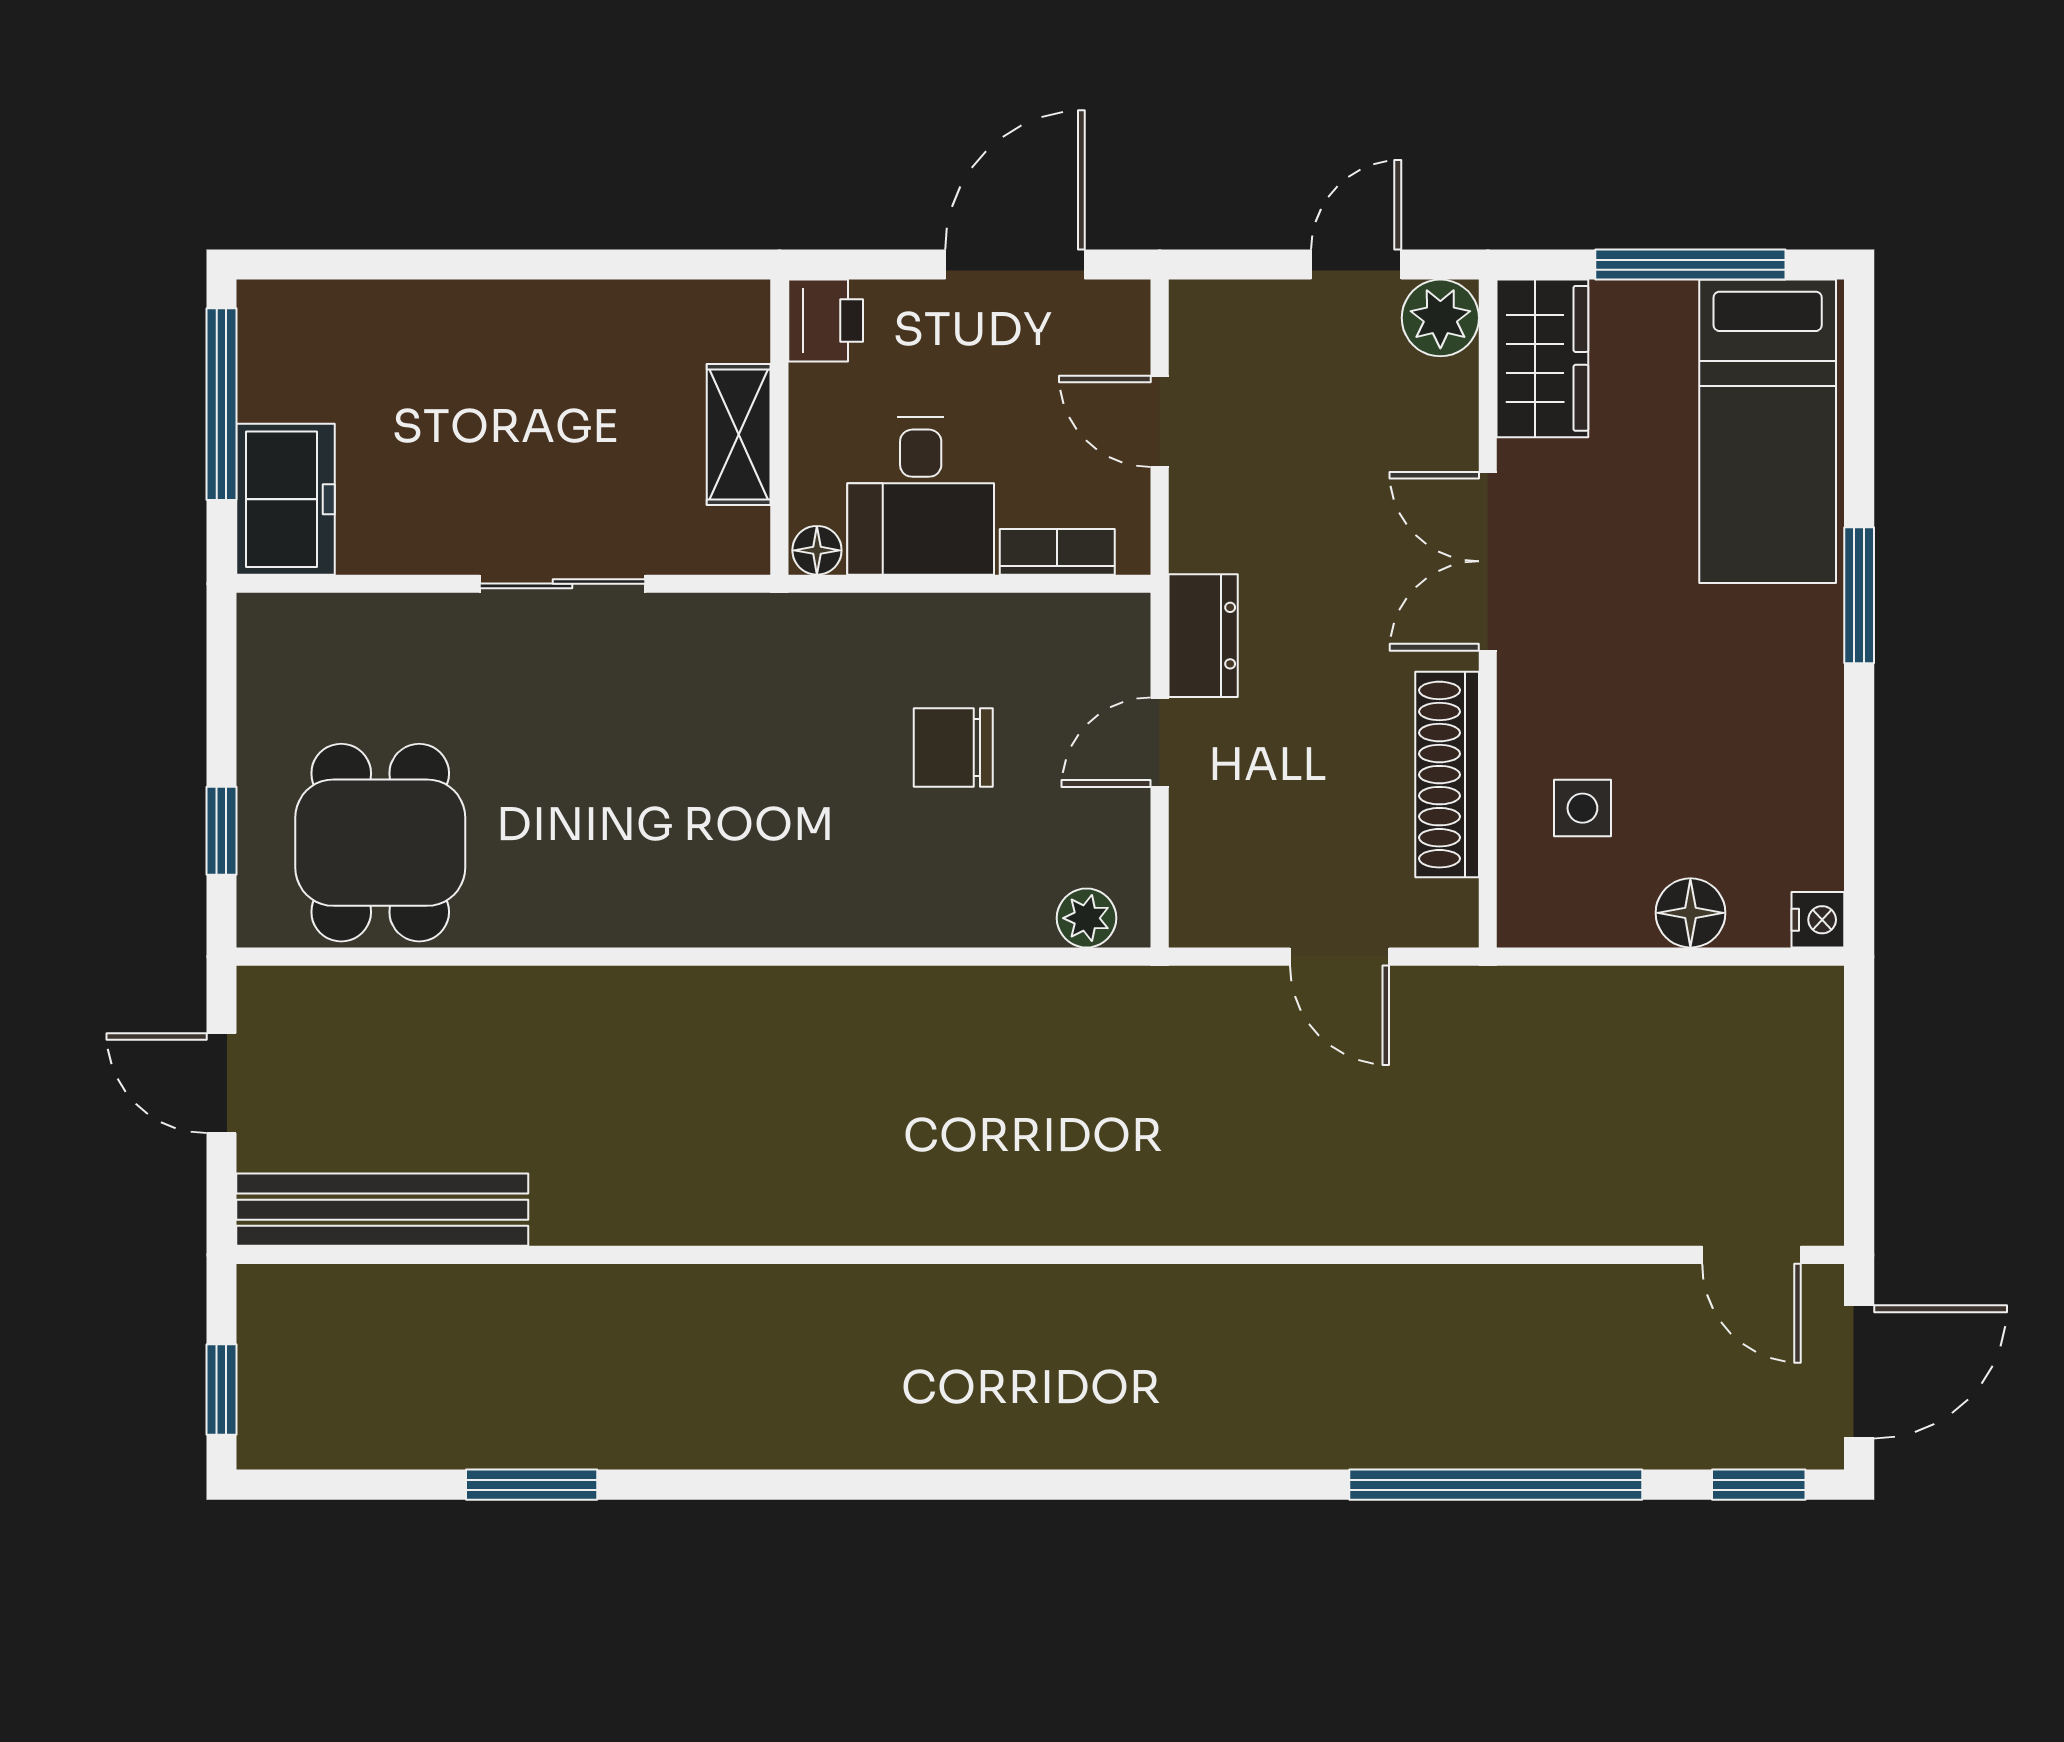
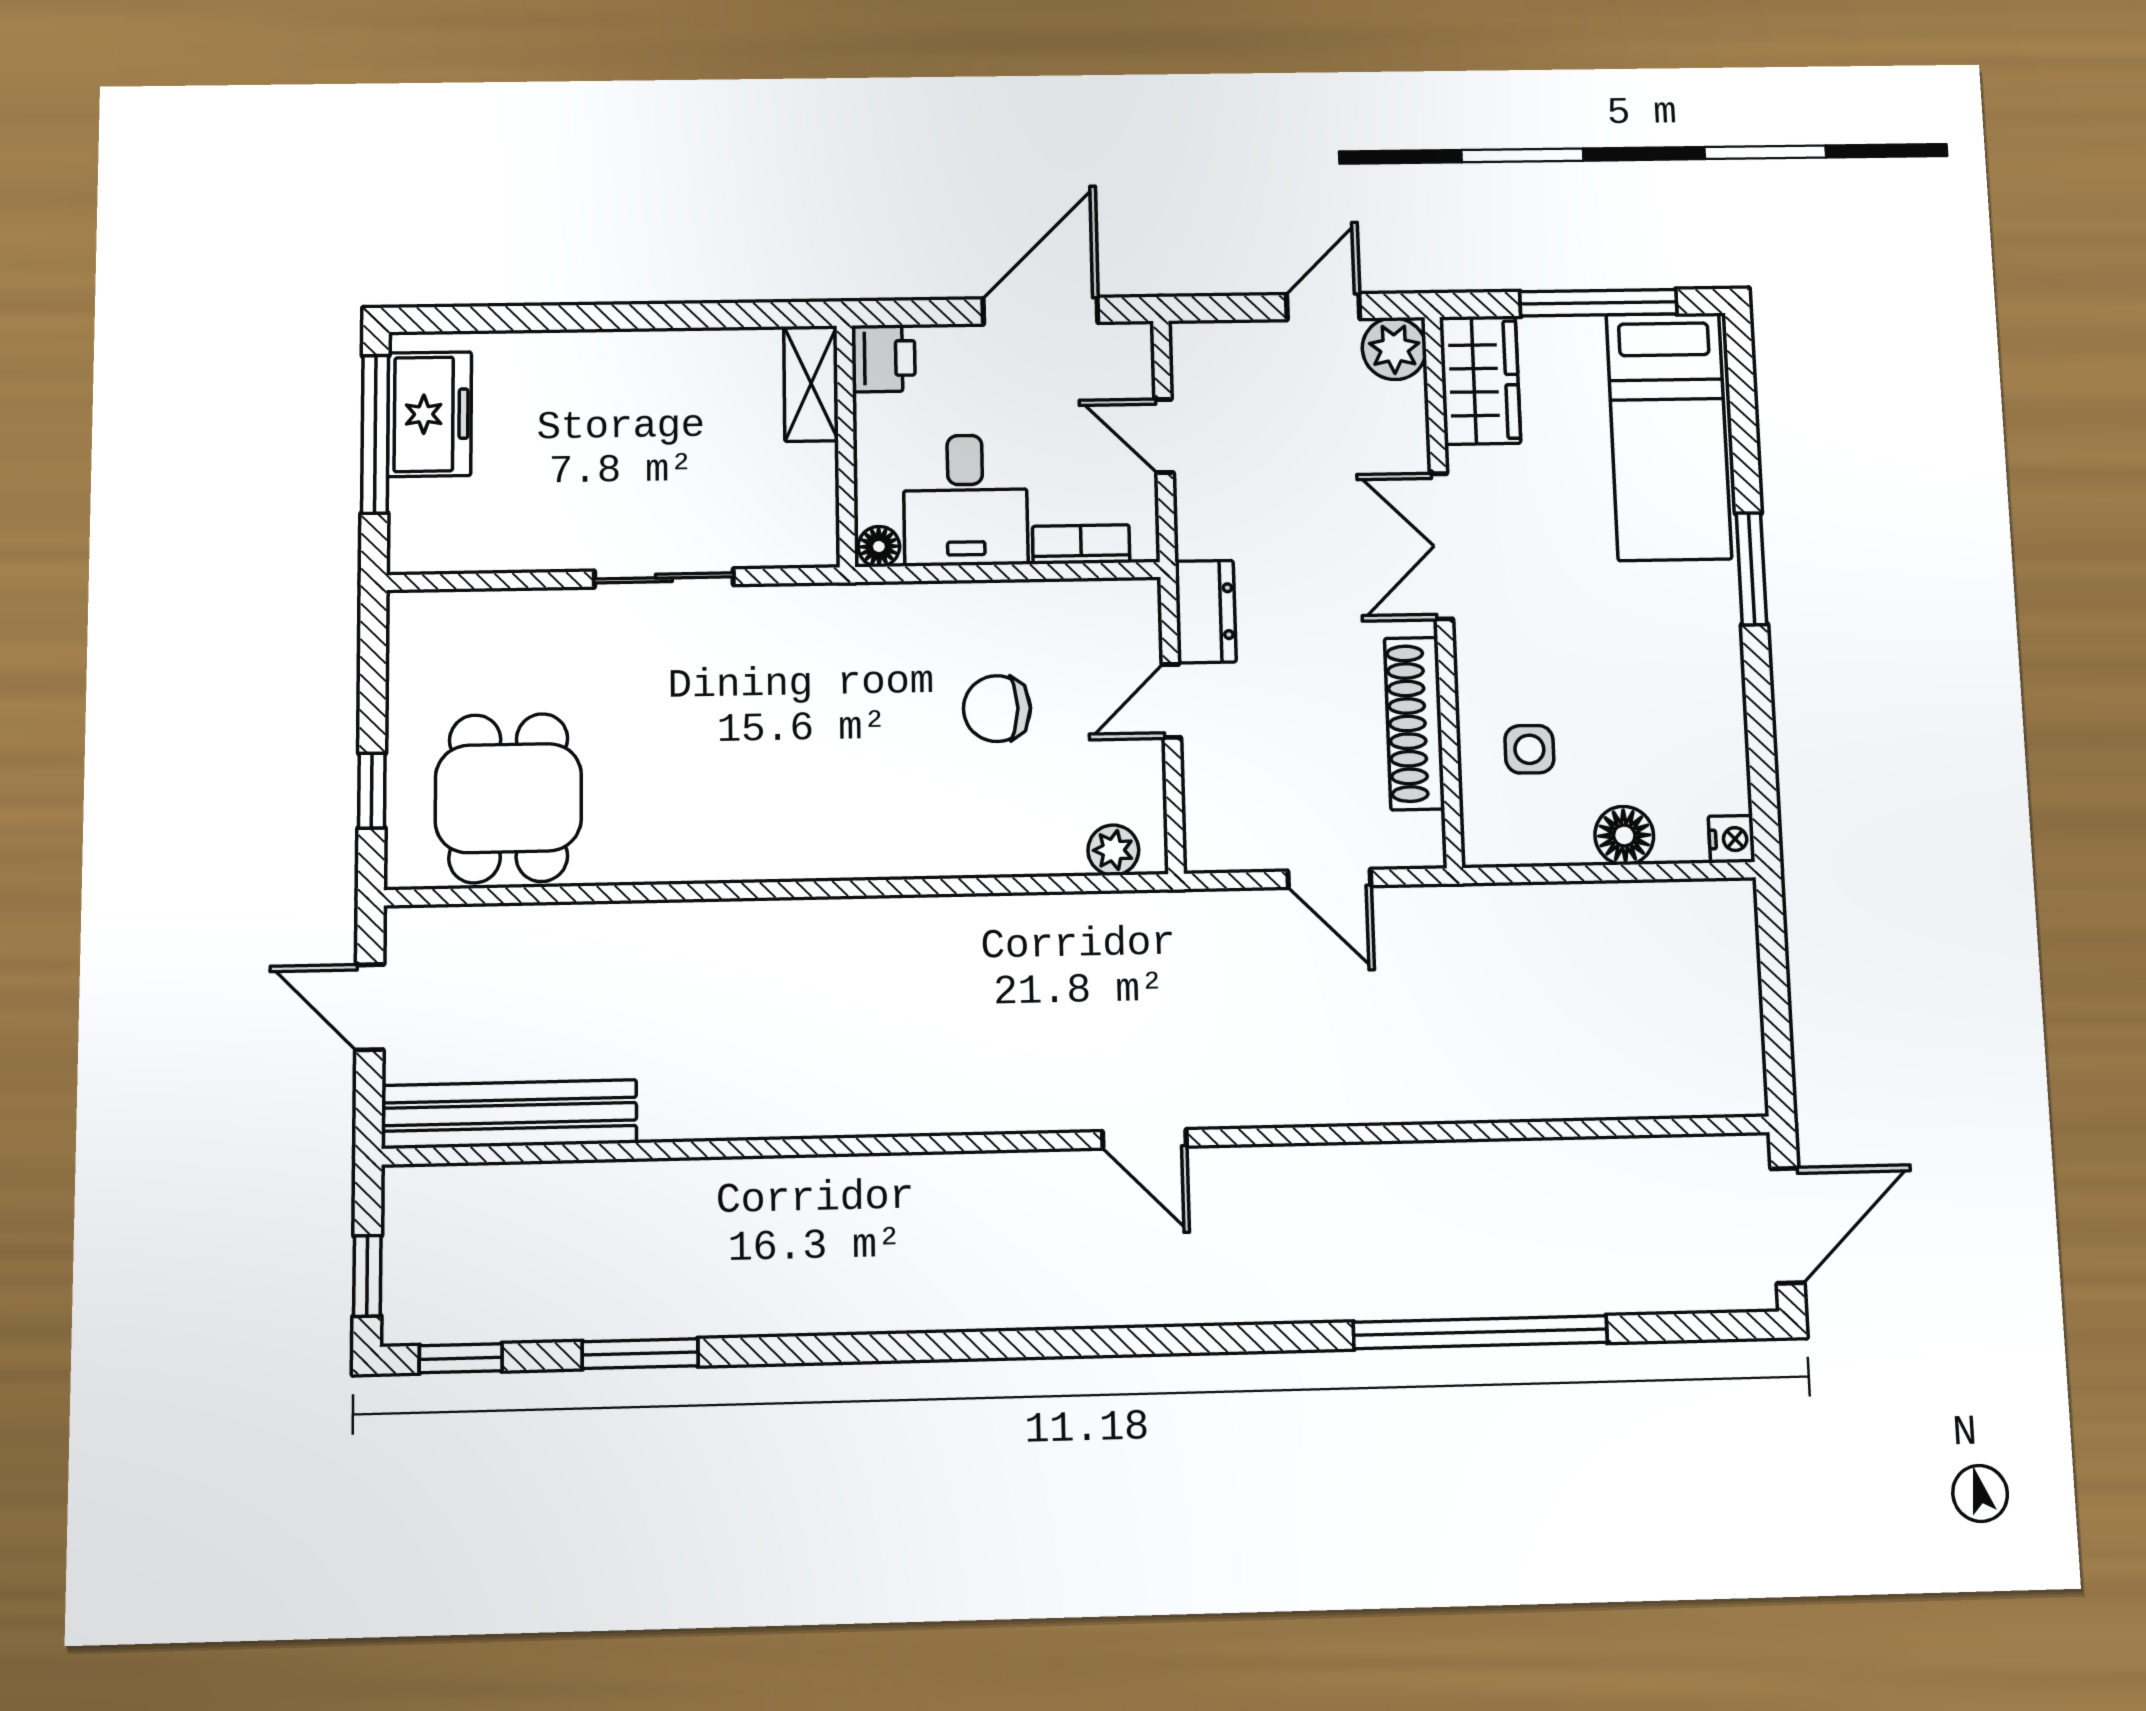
shelving: (739, 434) -> (811, 384), moved
freezer: (286, 499) -> (429, 414), moved
door: (1751, 1255) -> (1144, 1139), moved
window: (1759, 1485) -> (461, 1358), moved

